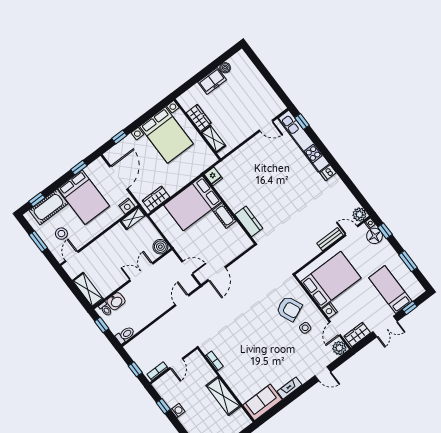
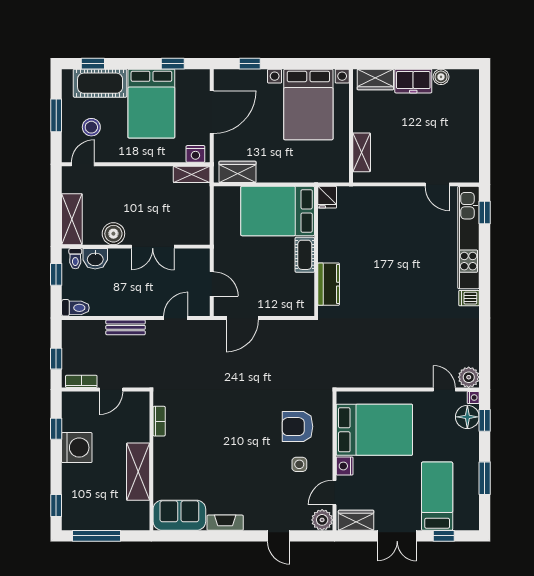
wardrobe: (199, 118) -> (375, 79), moved, turned 90
bench: (330, 239) -> (126, 327), moved
boiler: (160, 247) -> (113, 234), moved
double door: (141, 272) -> (153, 247), swing flipped
armchair: (289, 309) -> (297, 427), turned 113
washing machine: (178, 411) -> (77, 448), width x1.89, depth x1.89

